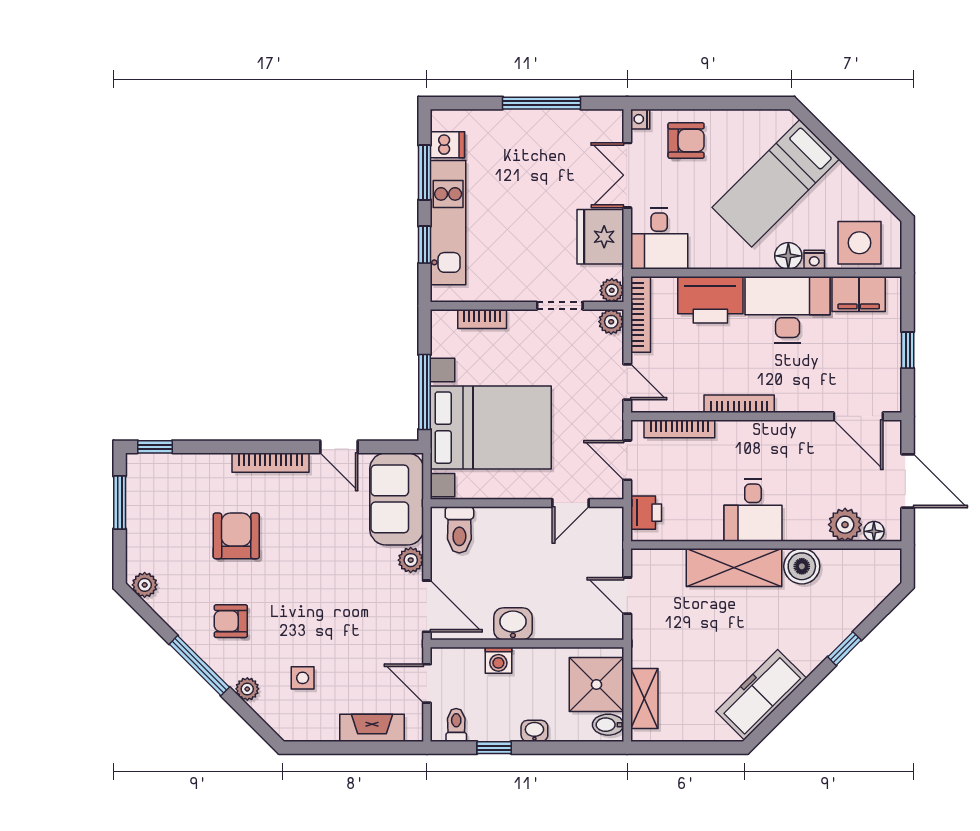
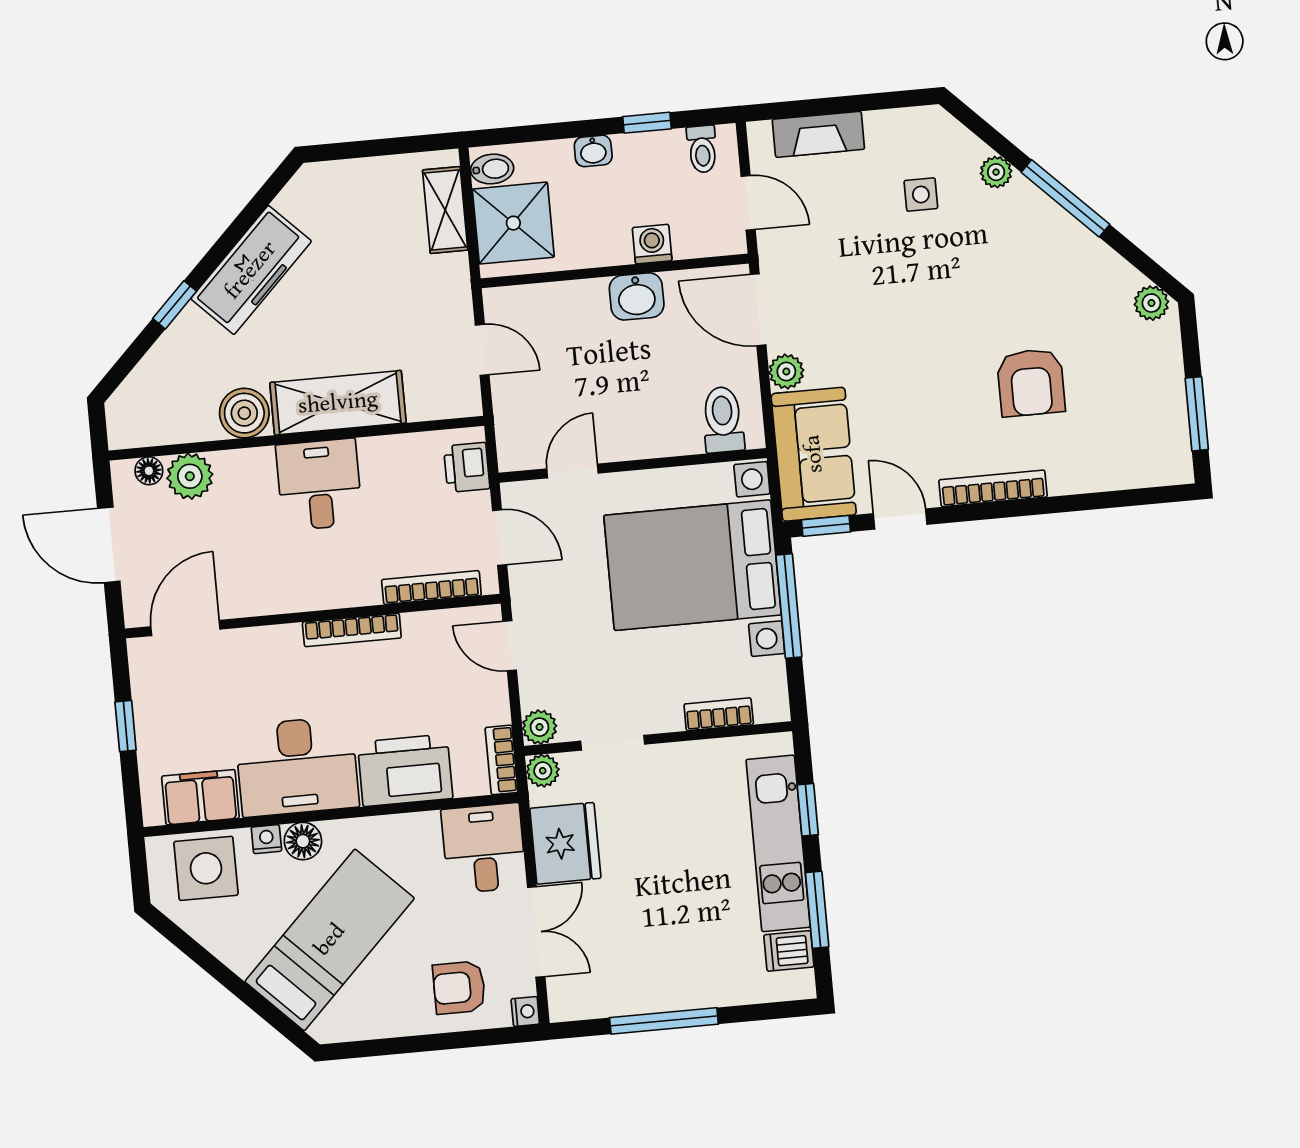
bookcase: (641, 314) -> (502, 760), width x0.64
door: (858, 416) -> (185, 628), hinge flipped
window: (155, 447) -> (826, 526), moved
armchair: (231, 621) -> (1028, 264), removed
freezer: (761, 695) -> (251, 270), moved

